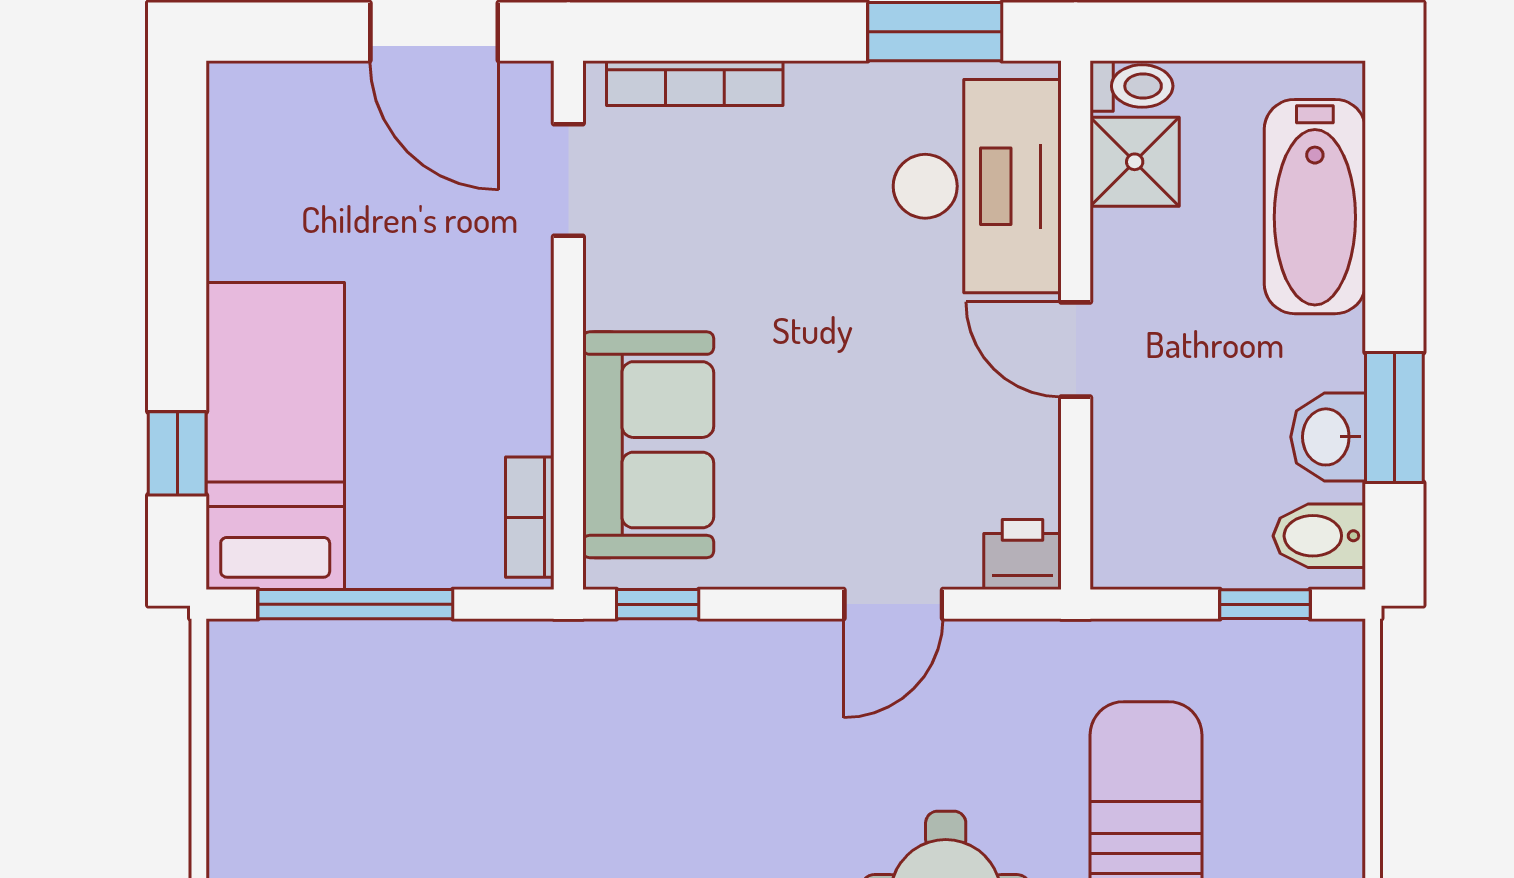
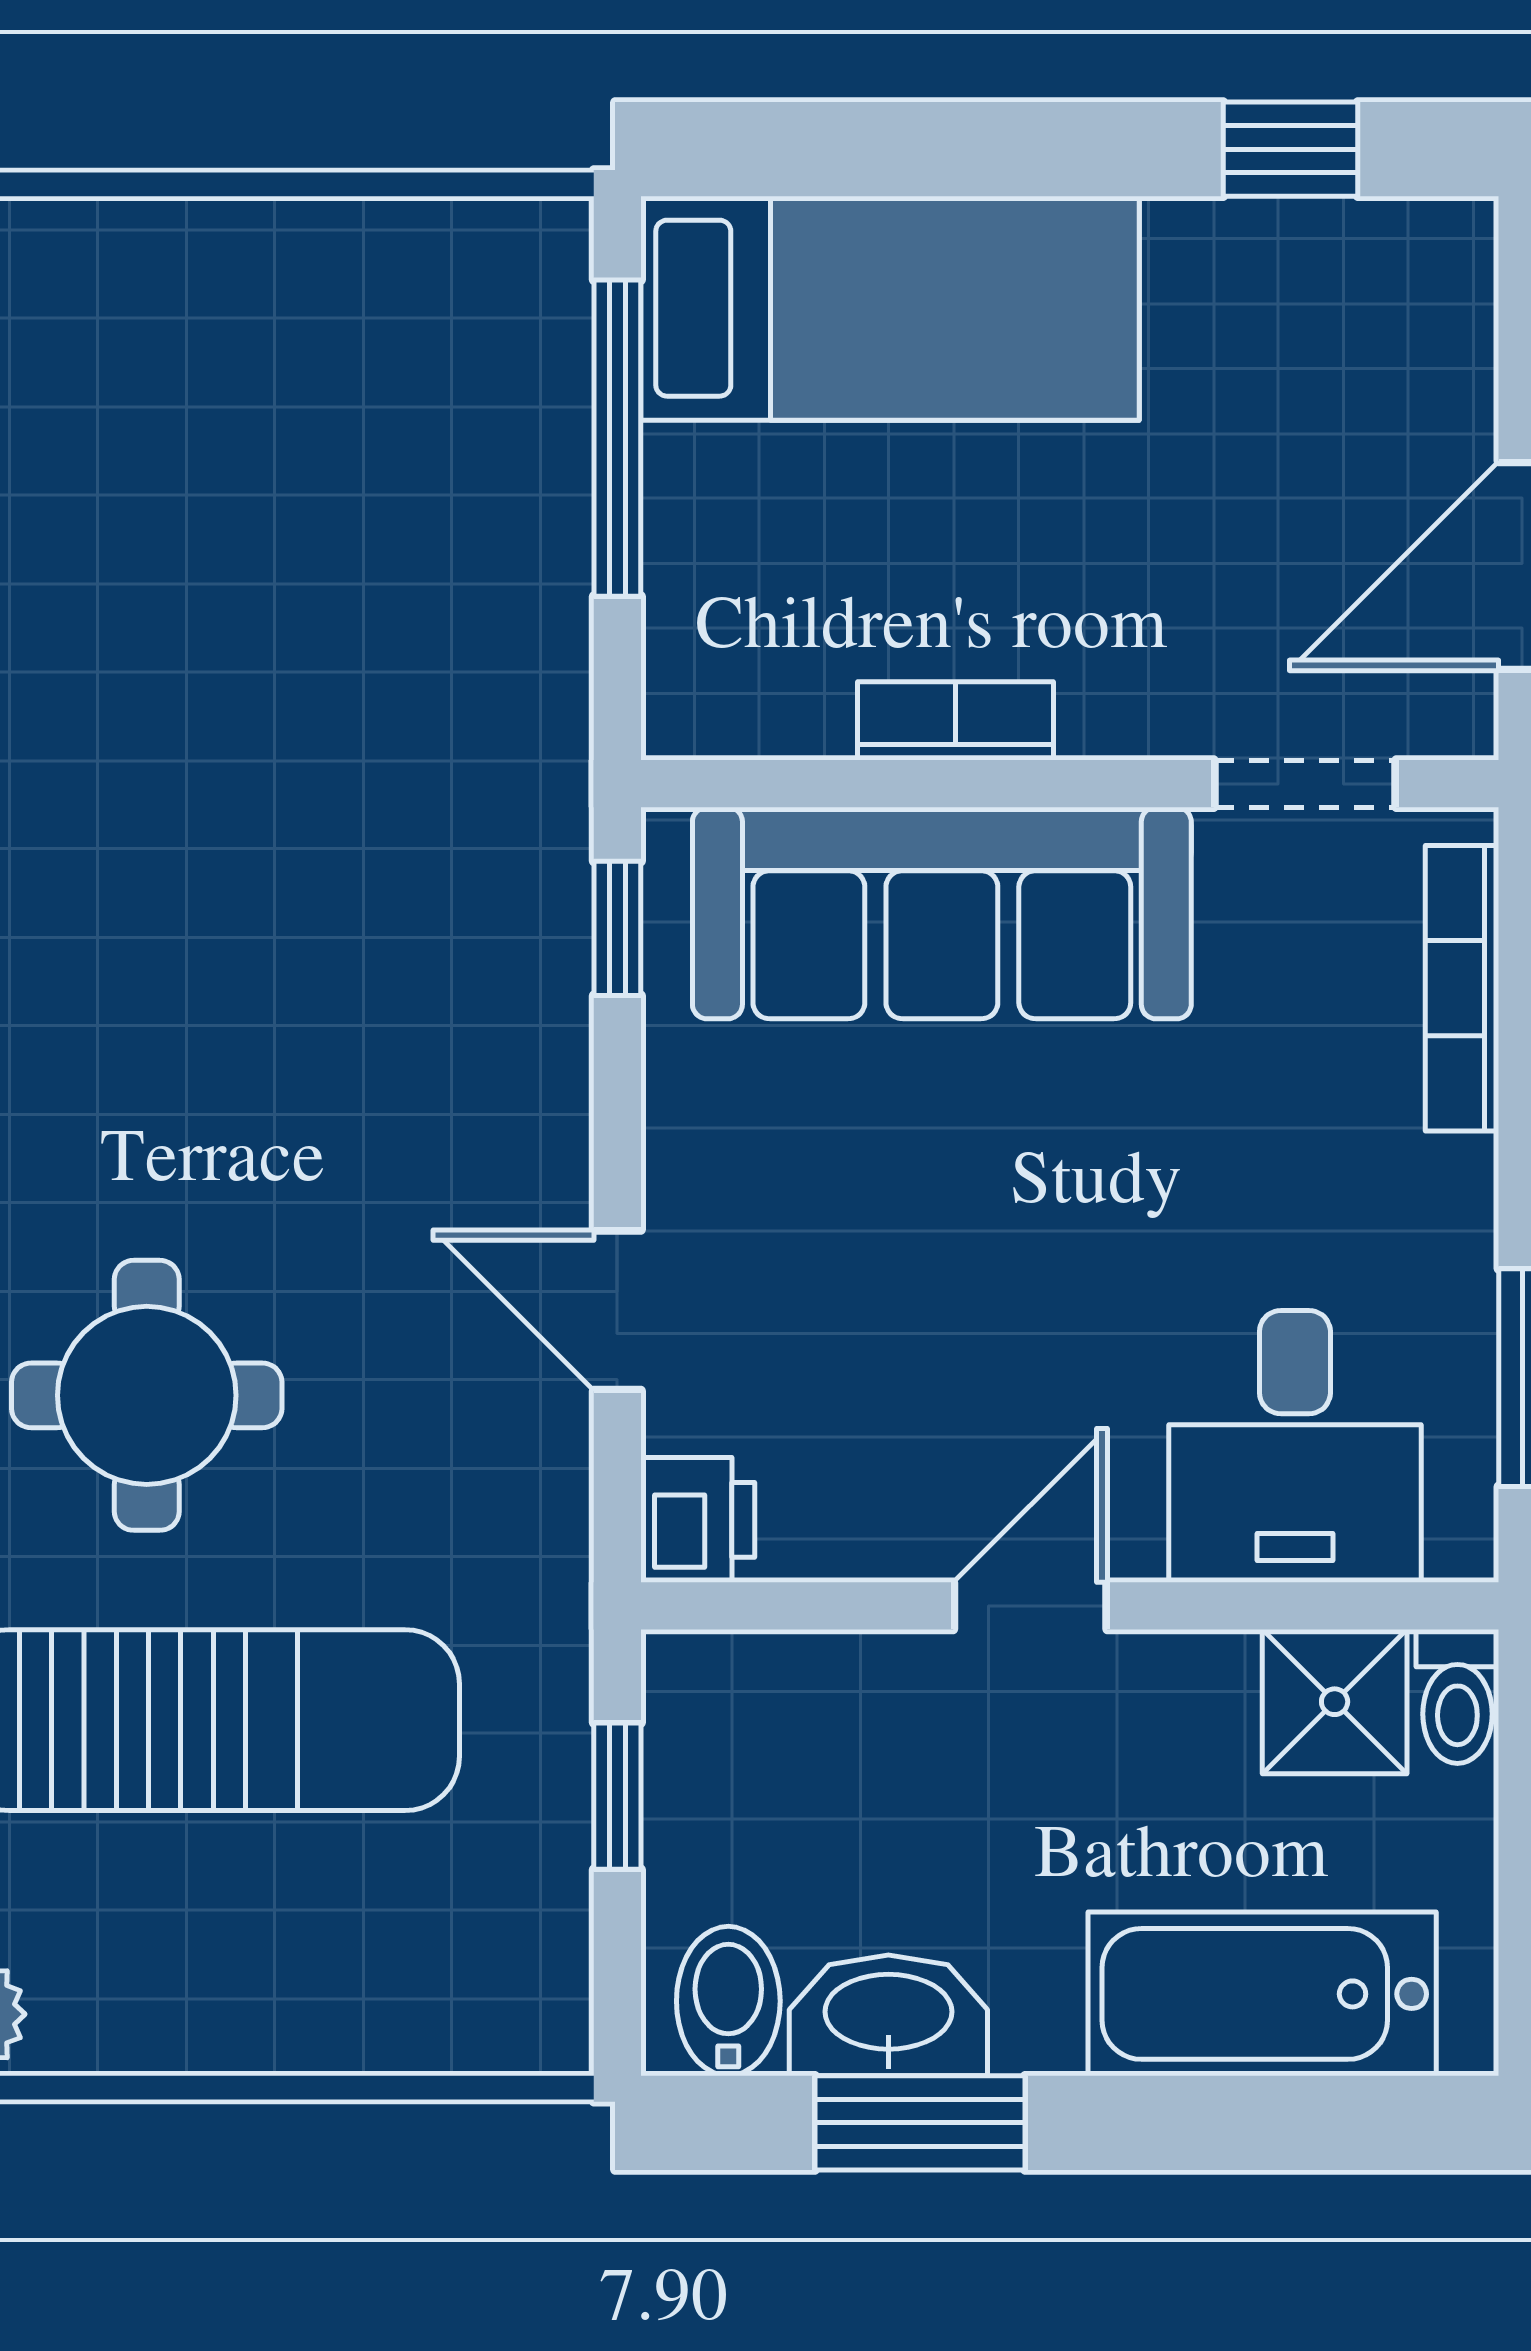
desk: (977, 186) -> (1295, 1446), width x0.73
washbasin: (1328, 437) -> (888, 2015), width x1.38
sofa: (648, 445) -> (942, 913), width x1.36
window: (177, 453) -> (1290, 149), moved
bookcase: (530, 517) -> (956, 721), moved
window: (1265, 604) -> (617, 1796), moved

